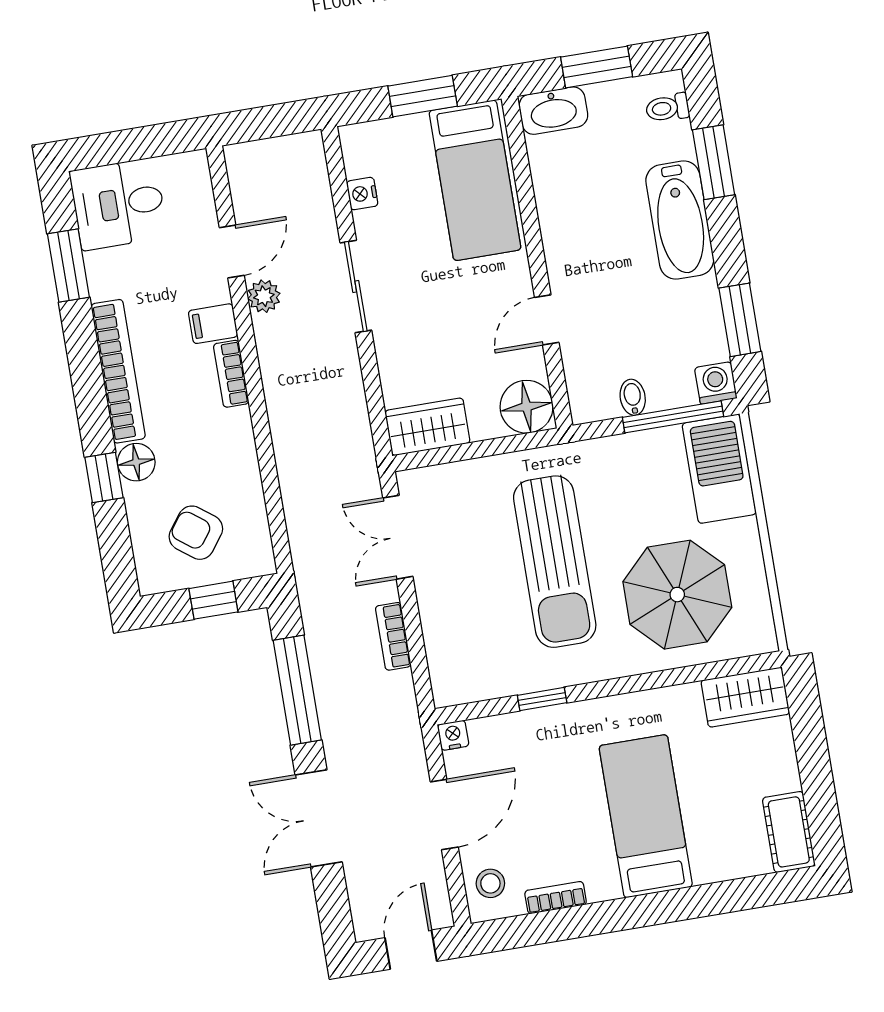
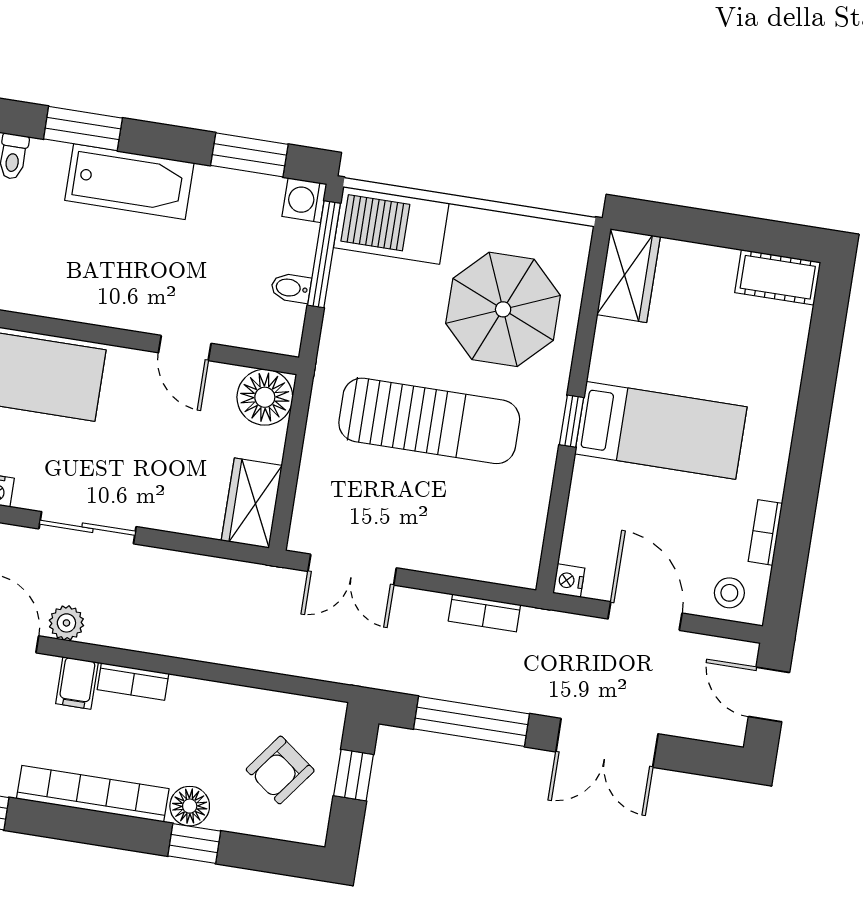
bookcase: (393, 636) -> (484, 613), moved
window: (542, 699) -> (572, 421), moved
bed: (646, 816) -> (661, 430), moved, turned 180

